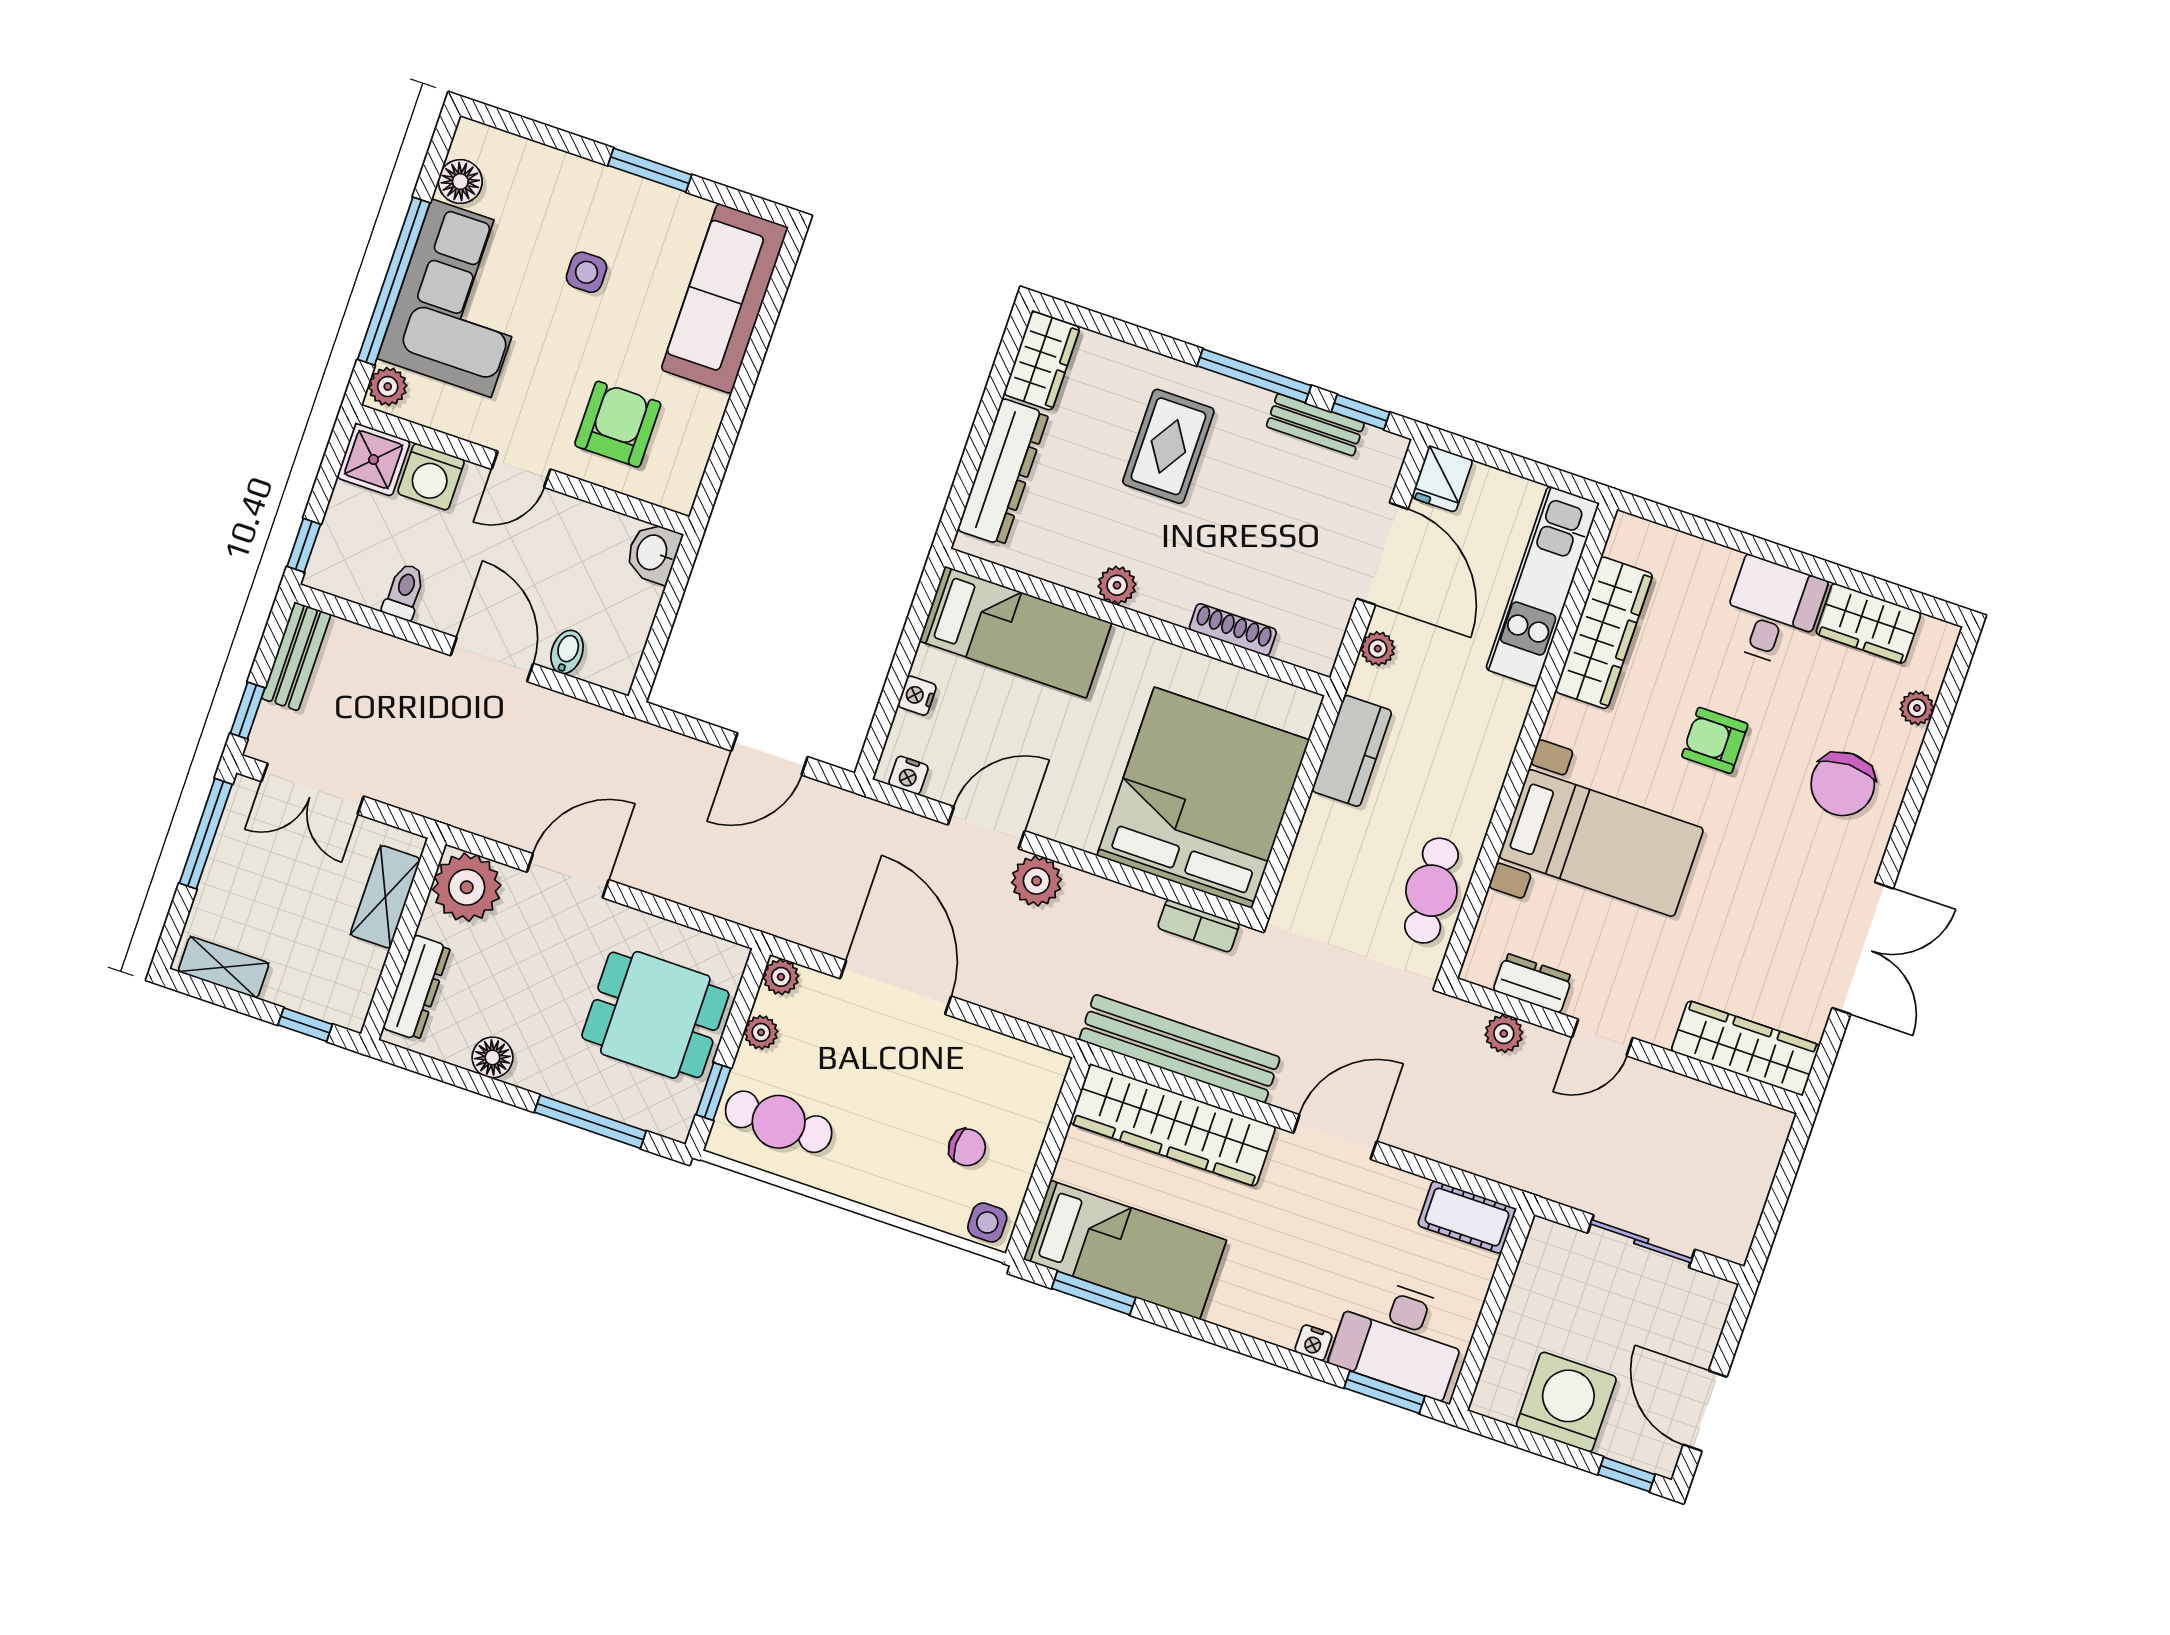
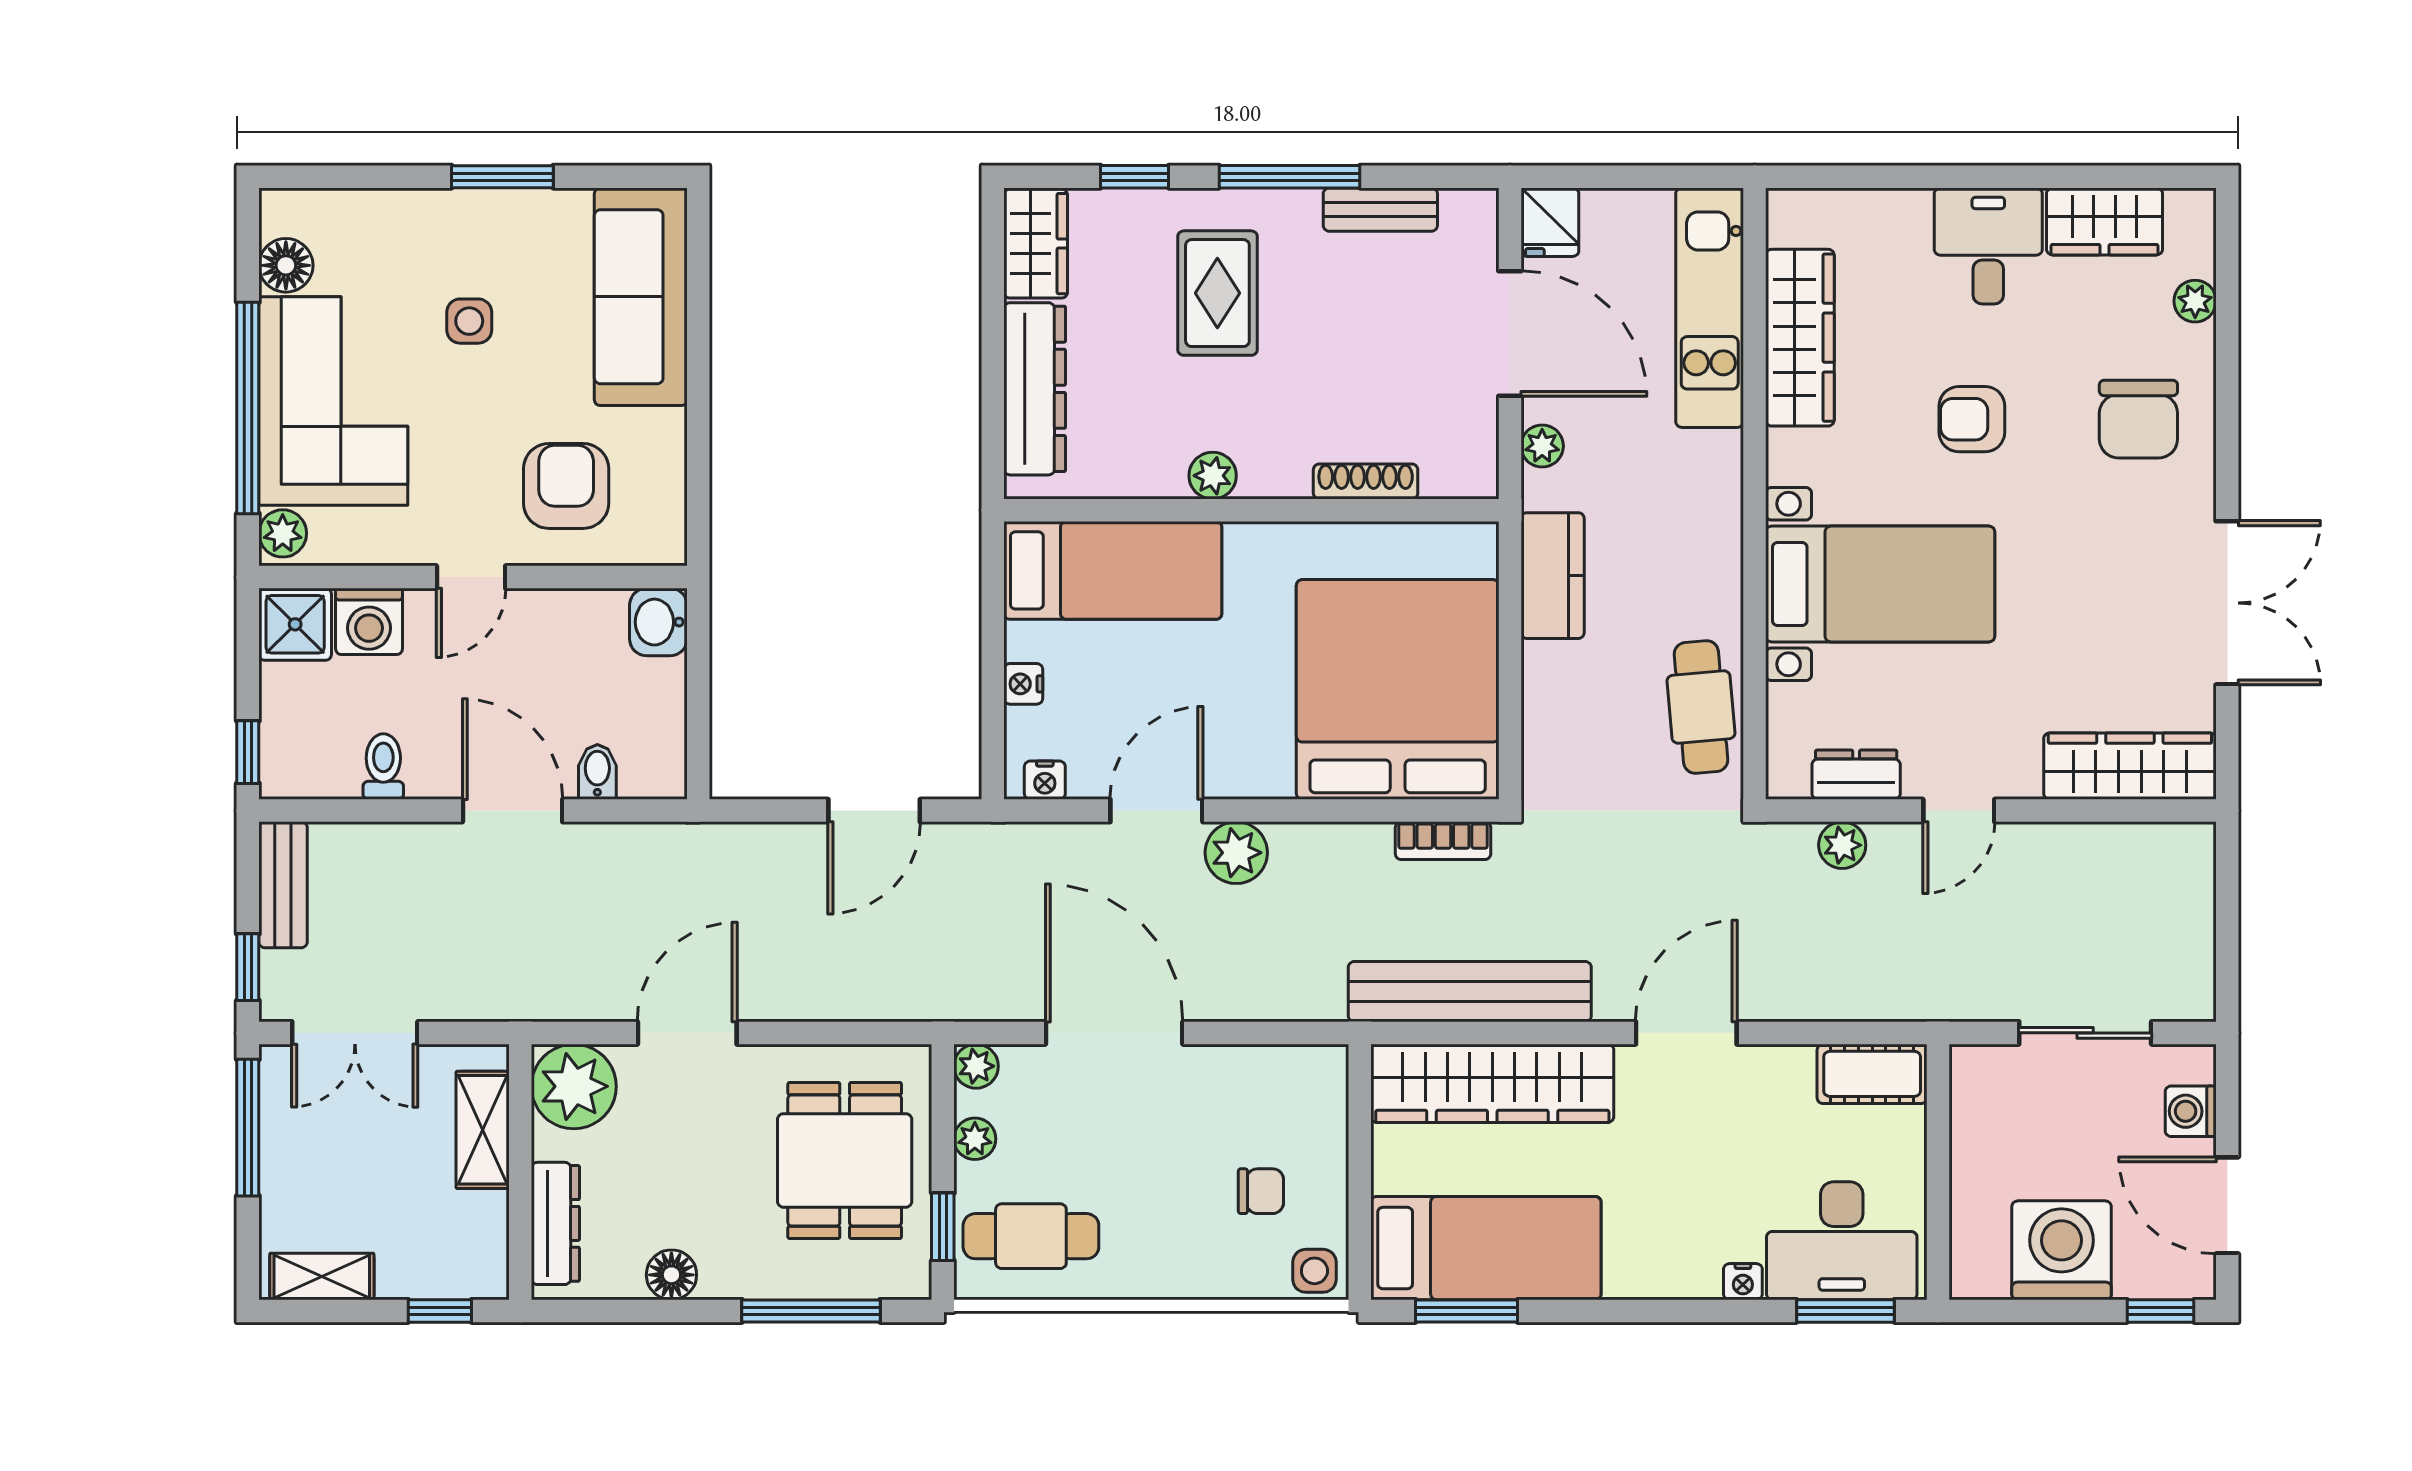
window: (1360, 412) -> (1135, 177), moved
dining table: (655, 1015) -> (845, 1160), turned 90
washing machine: (1702, 1329) -> (2191, 1111), added

